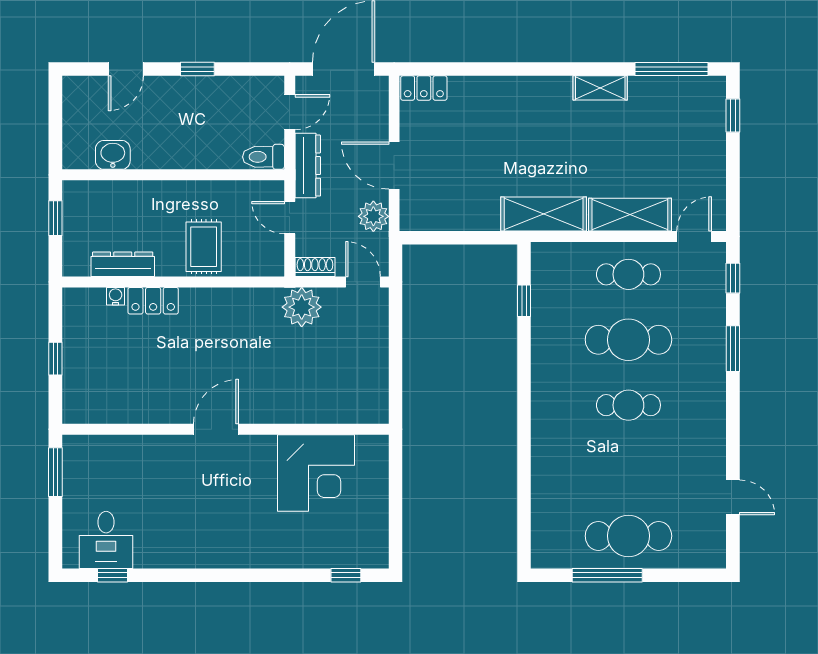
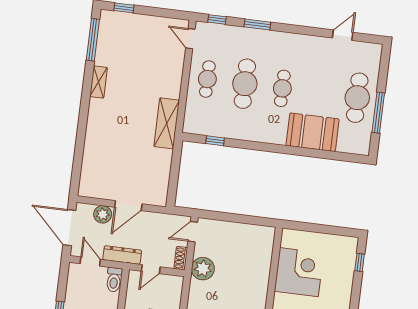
locker: (424, 88) -> (86, 183), removed
shelving: (630, 215) -> (173, 74), removed
plant: (373, 216) -> (103, 214), moved
booth: (560, 466) -> (313, 132), added

